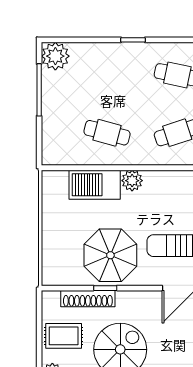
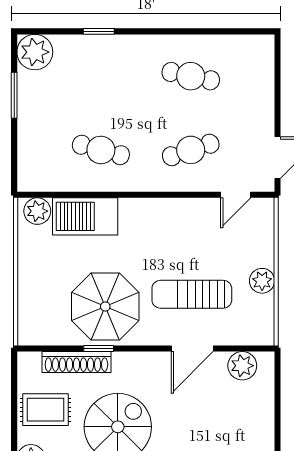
window: (133, 40) -> (99, 31), moved
window: (39, 90) -> (14, 95), width x0.69
plant: (132, 181) -> (37, 211), moved

